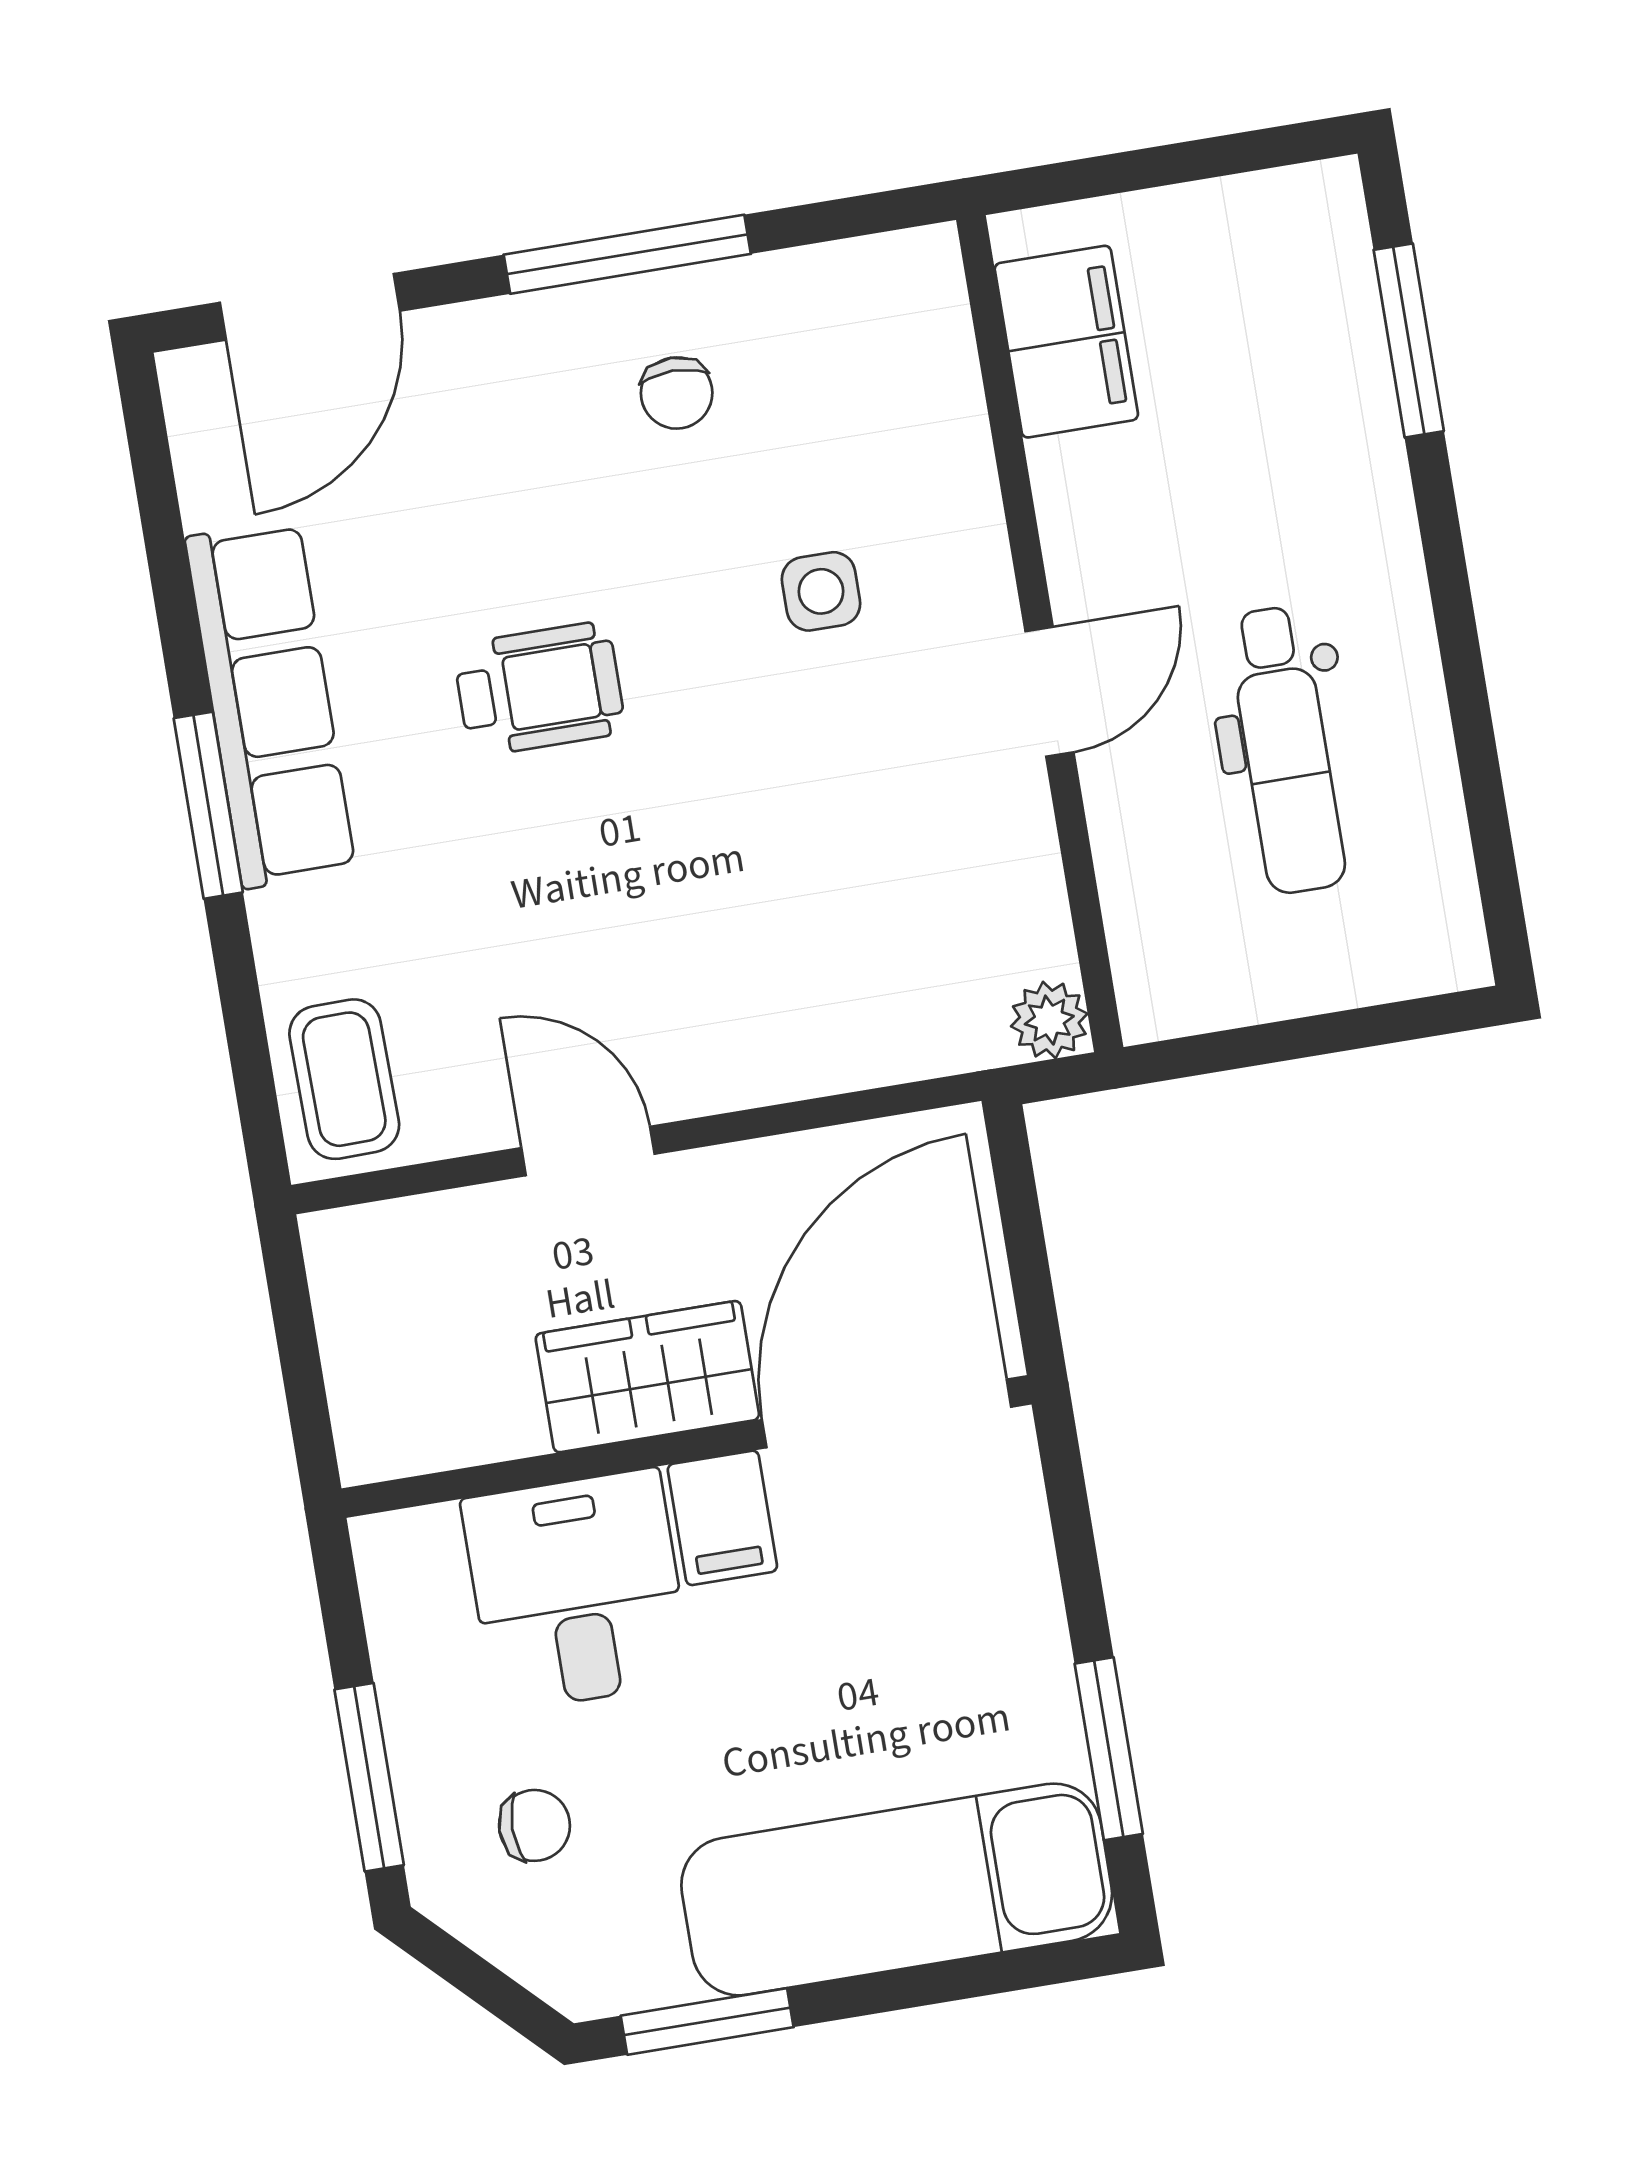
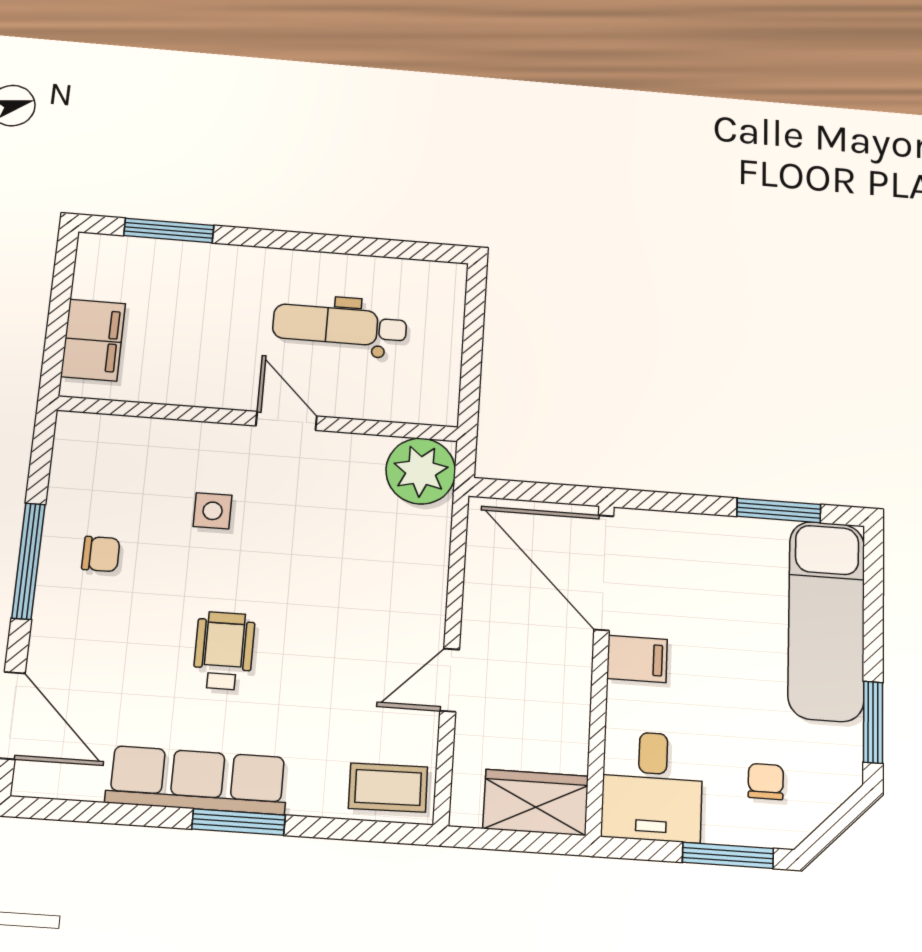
filing cabinet: (1066, 342) -> (93, 340), moved, turned 90
dental chair: (1286, 750) -> (340, 326), turned 180
plant: (1049, 1020) -> (421, 471), width x1.88, depth x1.88
wardrobe: (647, 1377) -> (536, 802), moved, turned 90
desk: (577, 1590) -> (652, 786), moved, turned -90

